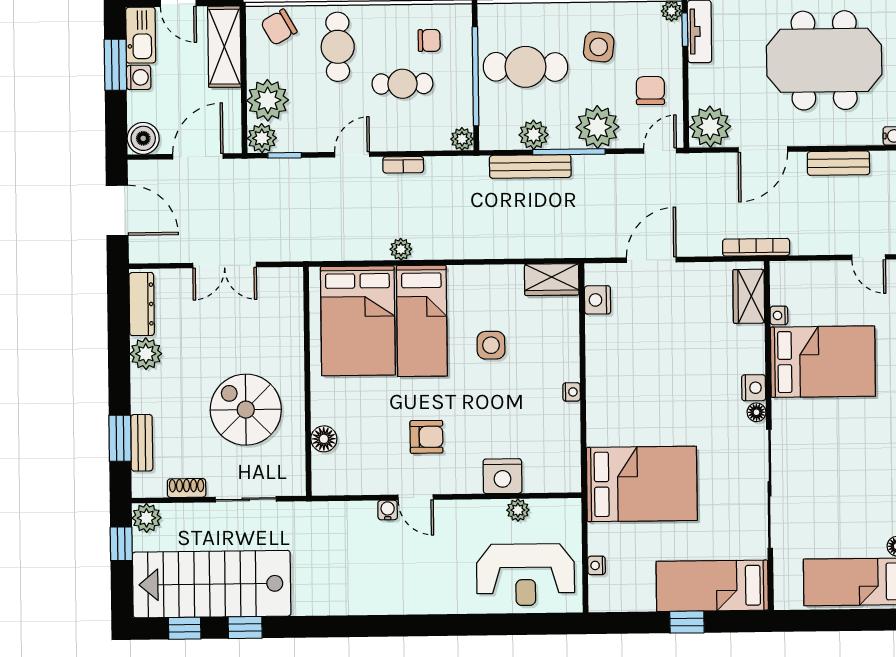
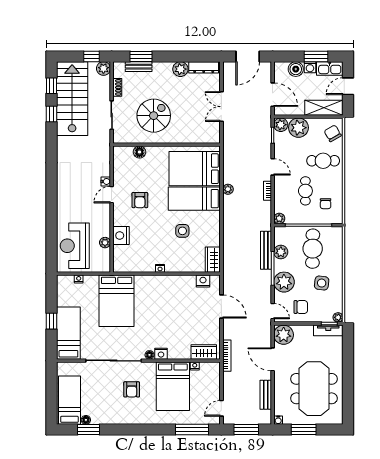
boiler: (143, 138) -> (296, 69), moved
armchair: (831, 449) -> (132, 389), added

